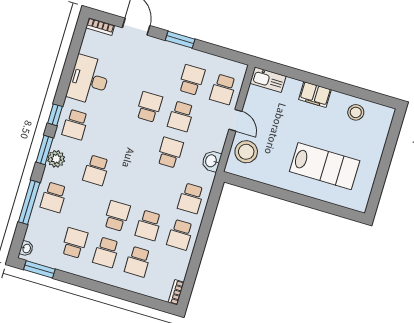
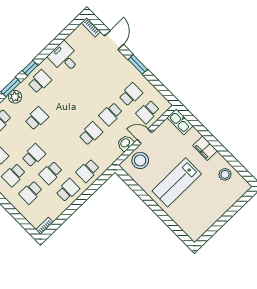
desk: (89, 80) -> (64, 58), width x0.73
school desk: (149, 107) -> (94, 97), removed
door: (235, 120) -> (145, 136), swing flipped
school desk: (75, 125) -> (40, 81), turned 180
washbasin: (211, 161) -> (125, 143), moved
lab bench: (325, 166) -> (177, 182), moved, turned 90
school desk: (96, 170) -> (37, 118), turned 180
school desk: (180, 235) -> (68, 190), turned 180

